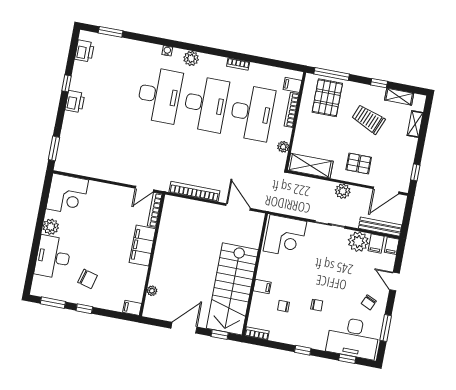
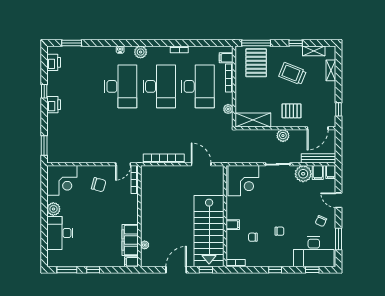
filing cabinet: (142, 246) -> (130, 240), moved
chair: (88, 279) -> (99, 185), moved

